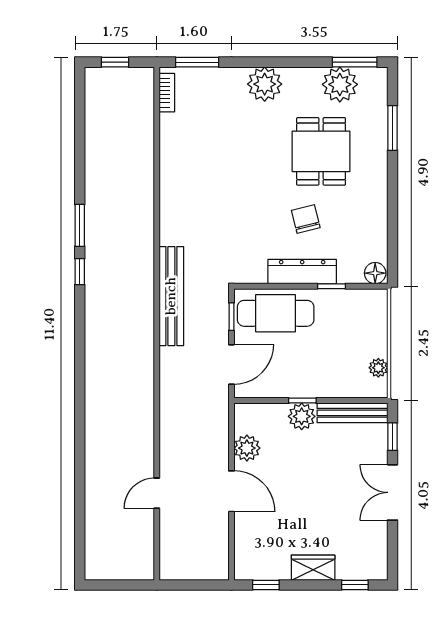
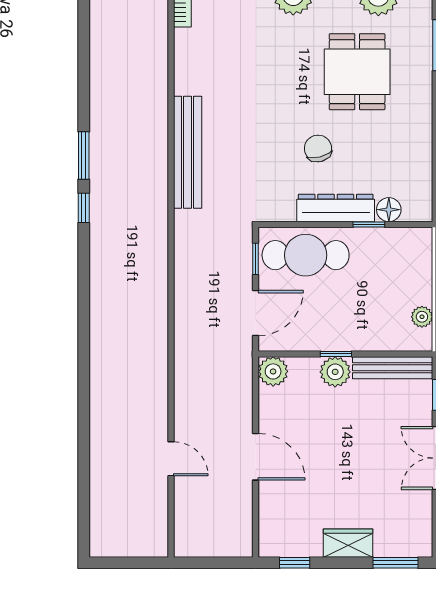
chair: (306, 219) -> (318, 149), moved
floor lamp: (375, 273) -> (389, 210), moved
bench: (171, 296) -> (188, 152), moved
plant: (247, 448) -> (273, 371), moved
door: (157, 493) -> (171, 459), swing flipped
window: (355, 585) -> (395, 563), width x1.50

